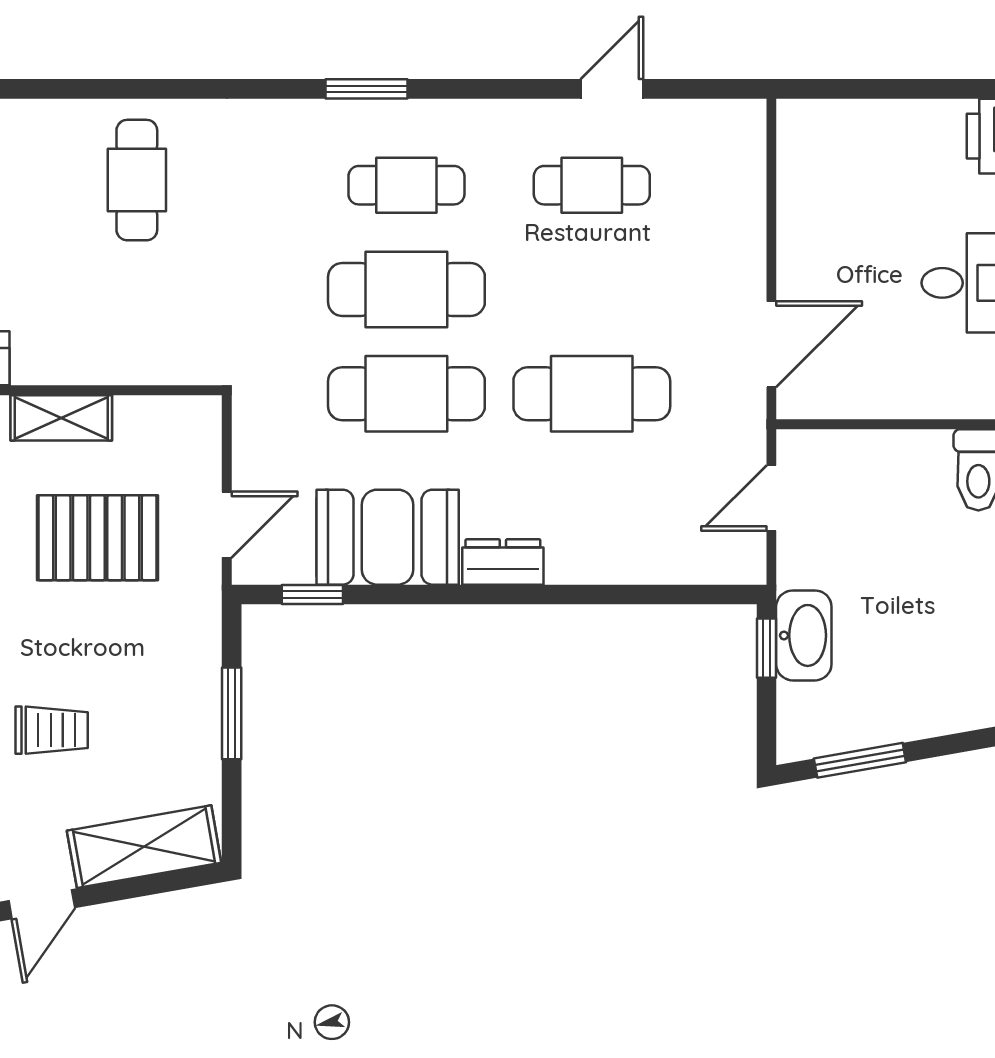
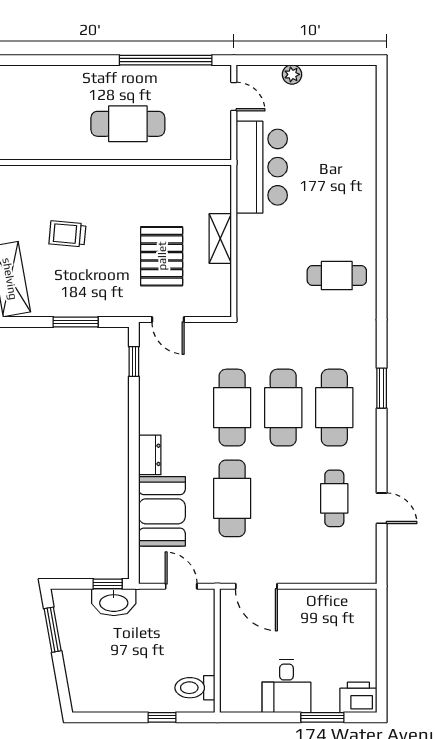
cafe table: (406, 185) -> (334, 408), width x1.37, depth x1.35
booth: (388, 537) -> (162, 511), moved
trolley: (52, 730) -> (67, 234), turned 95

